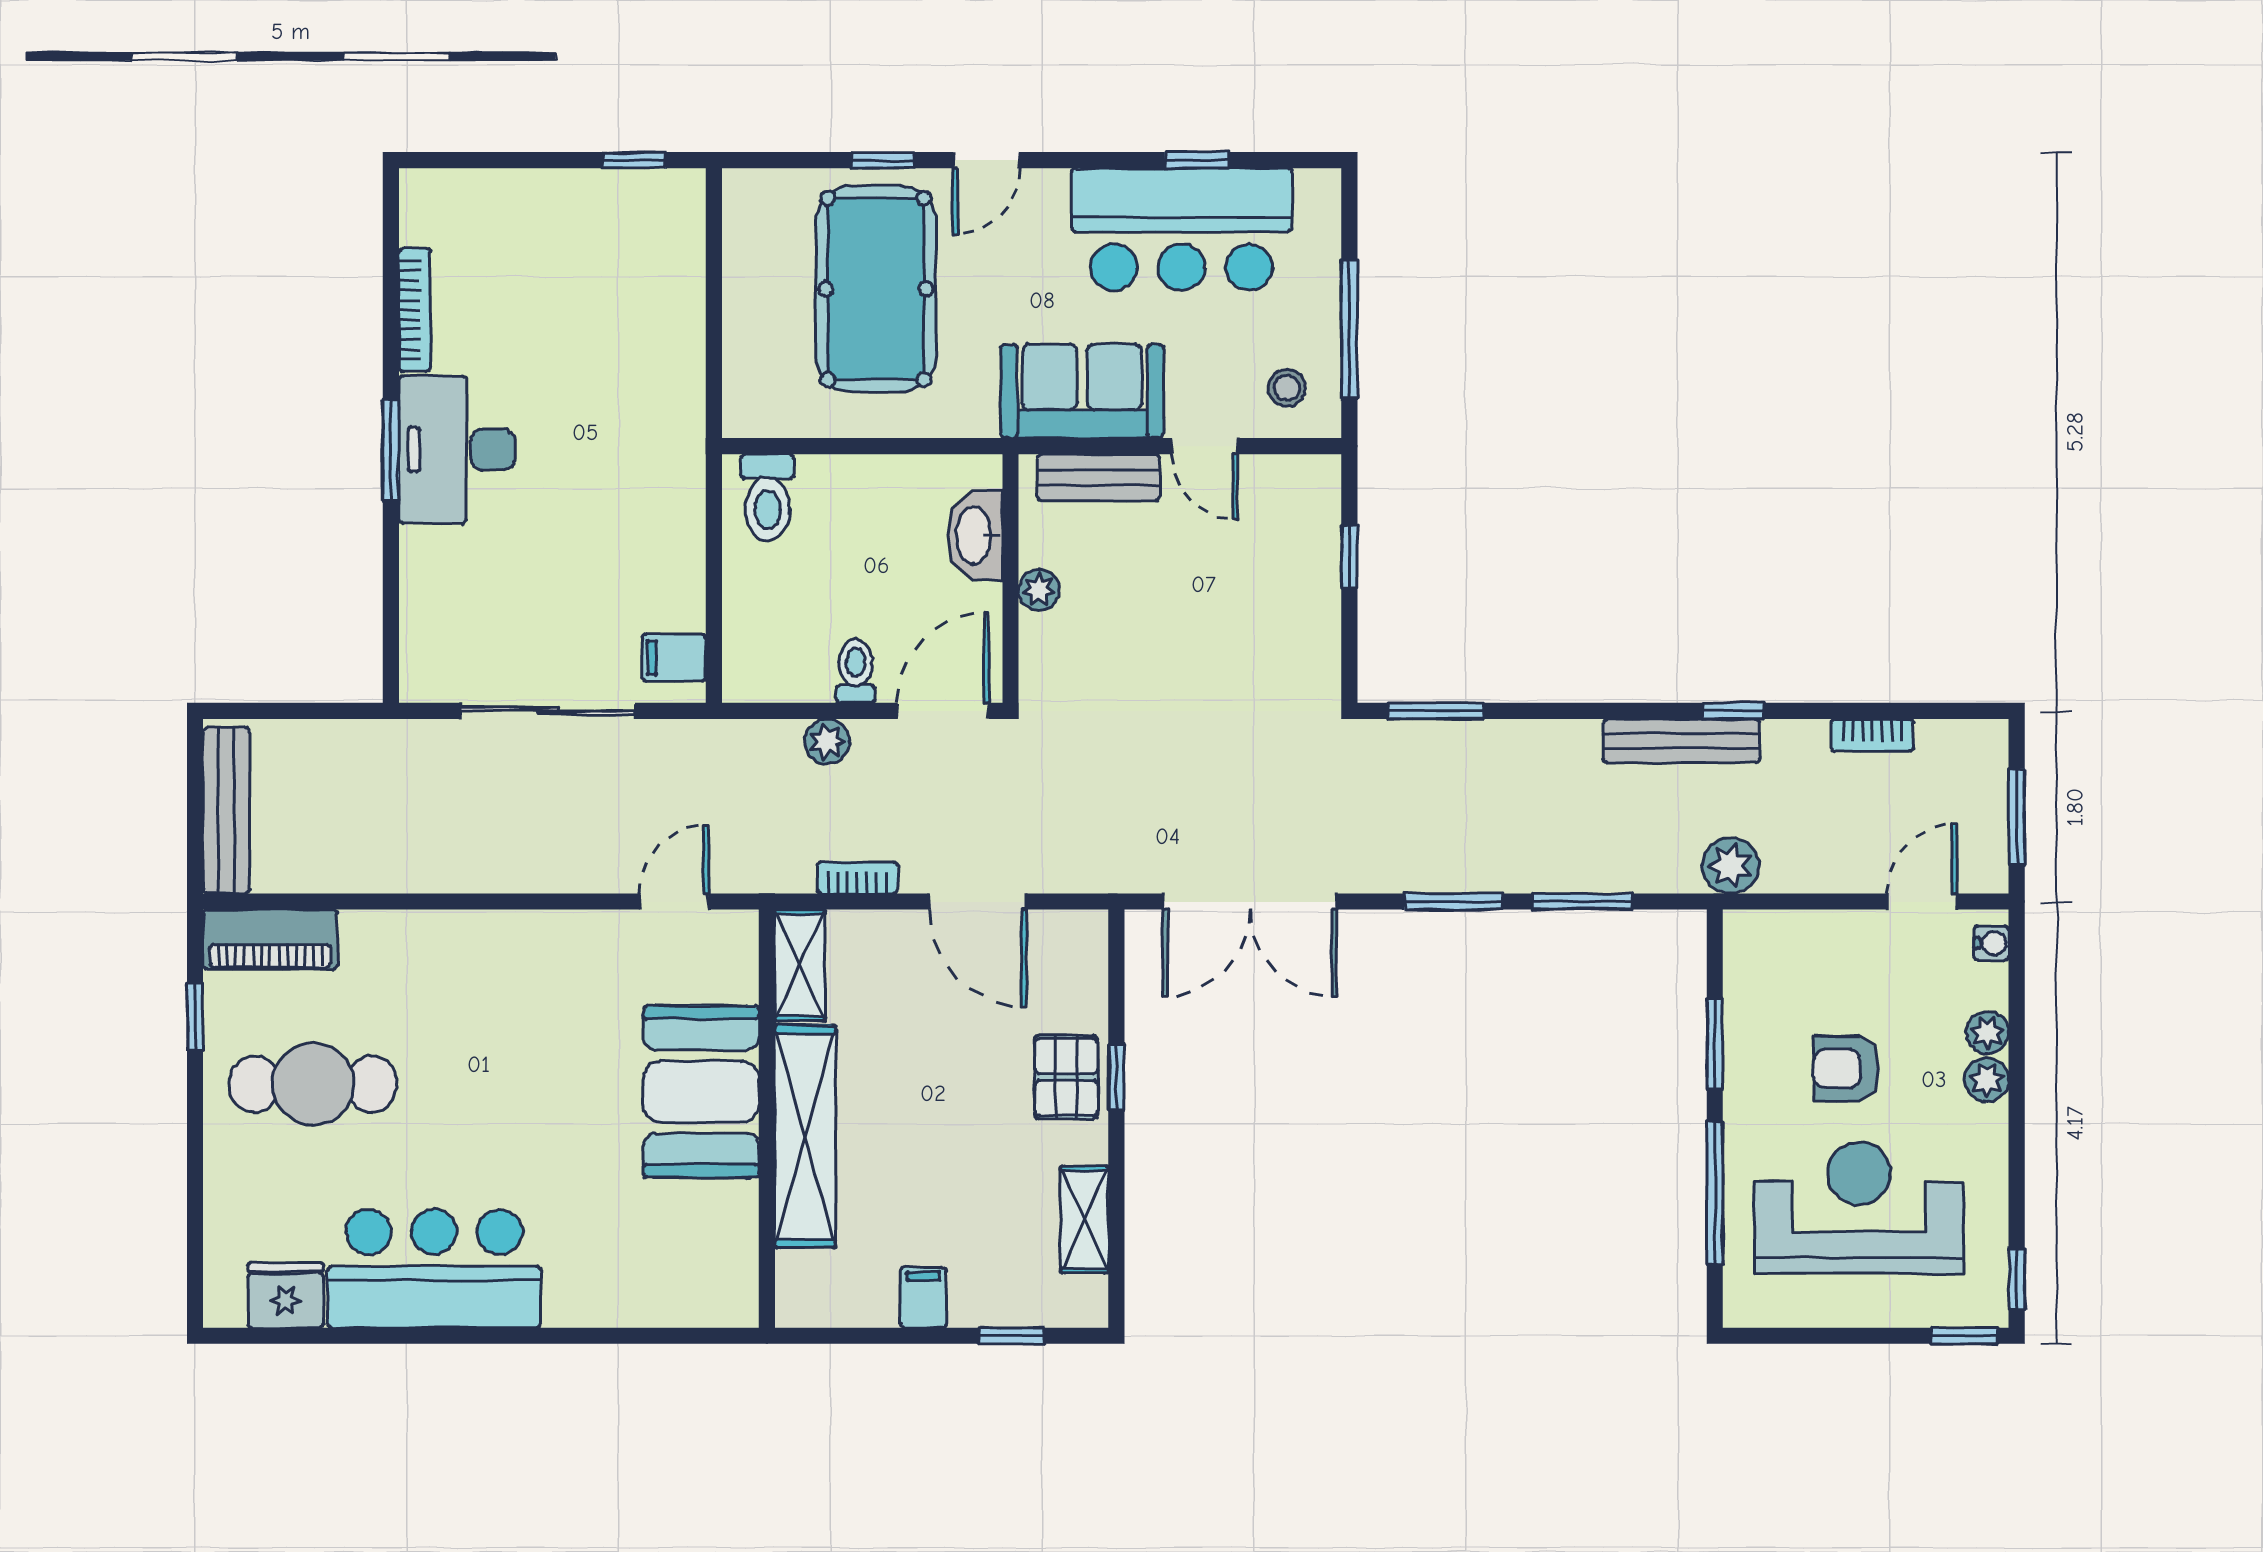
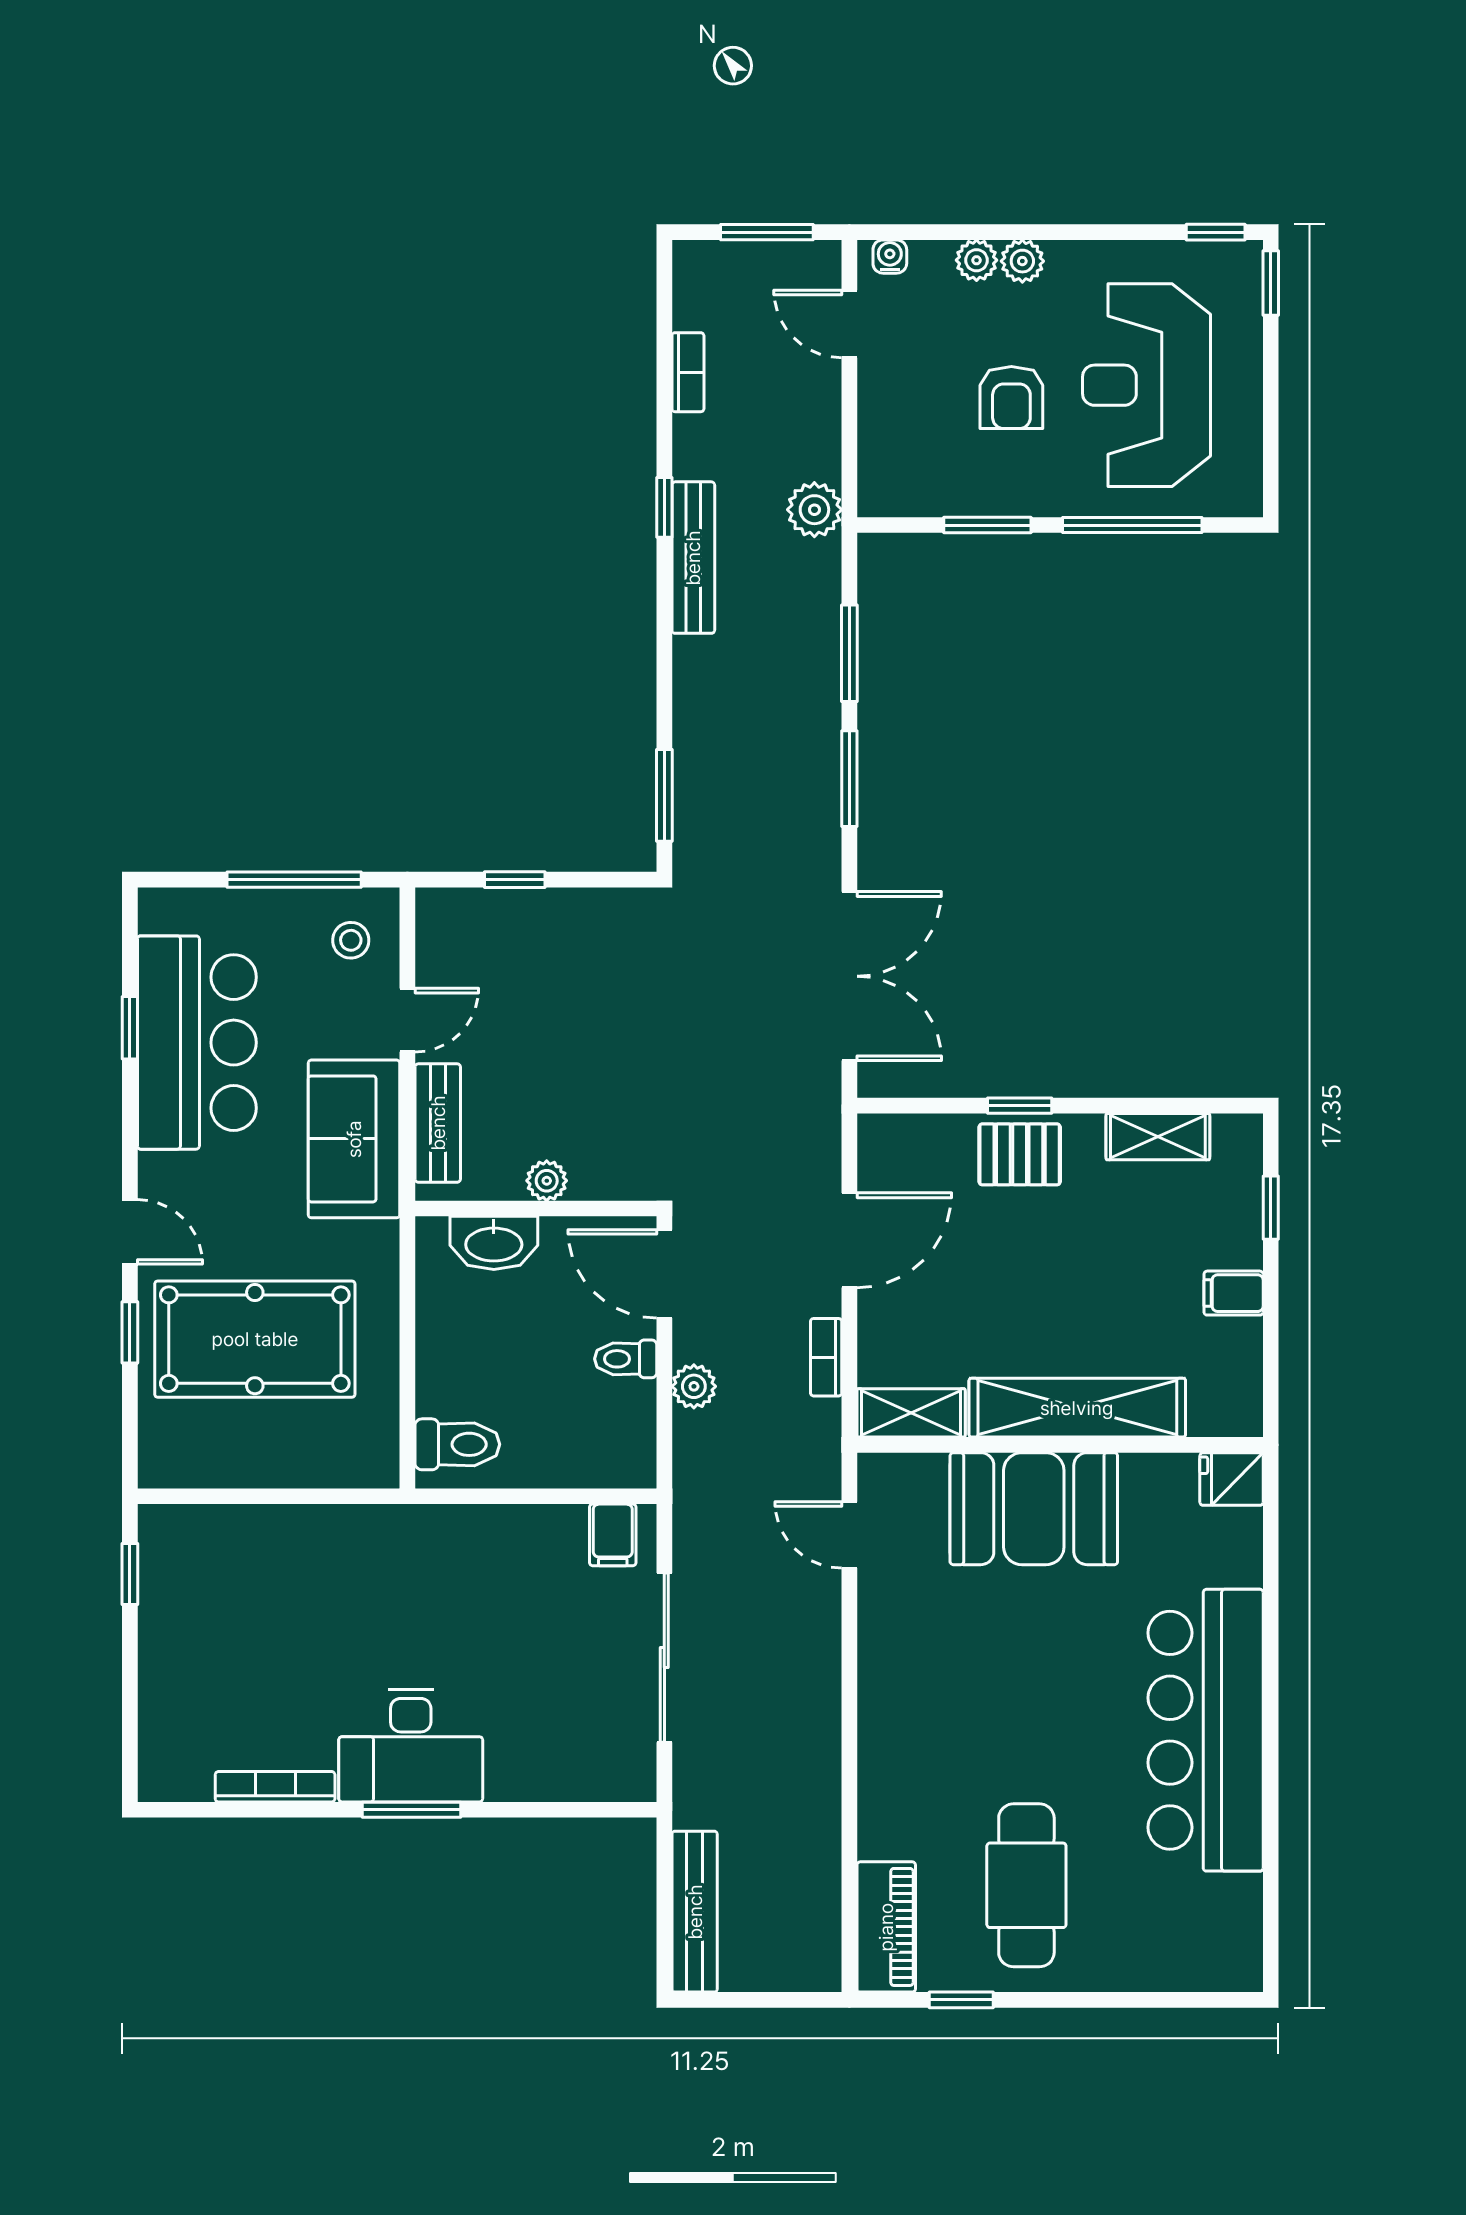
bench: (226, 811) -> (695, 1912), moved, turned 90
bar counter: (434, 1269) -> (1206, 1730), width x1.36
fridge: (286, 1295) -> (1232, 1479), moved, width x0.72

